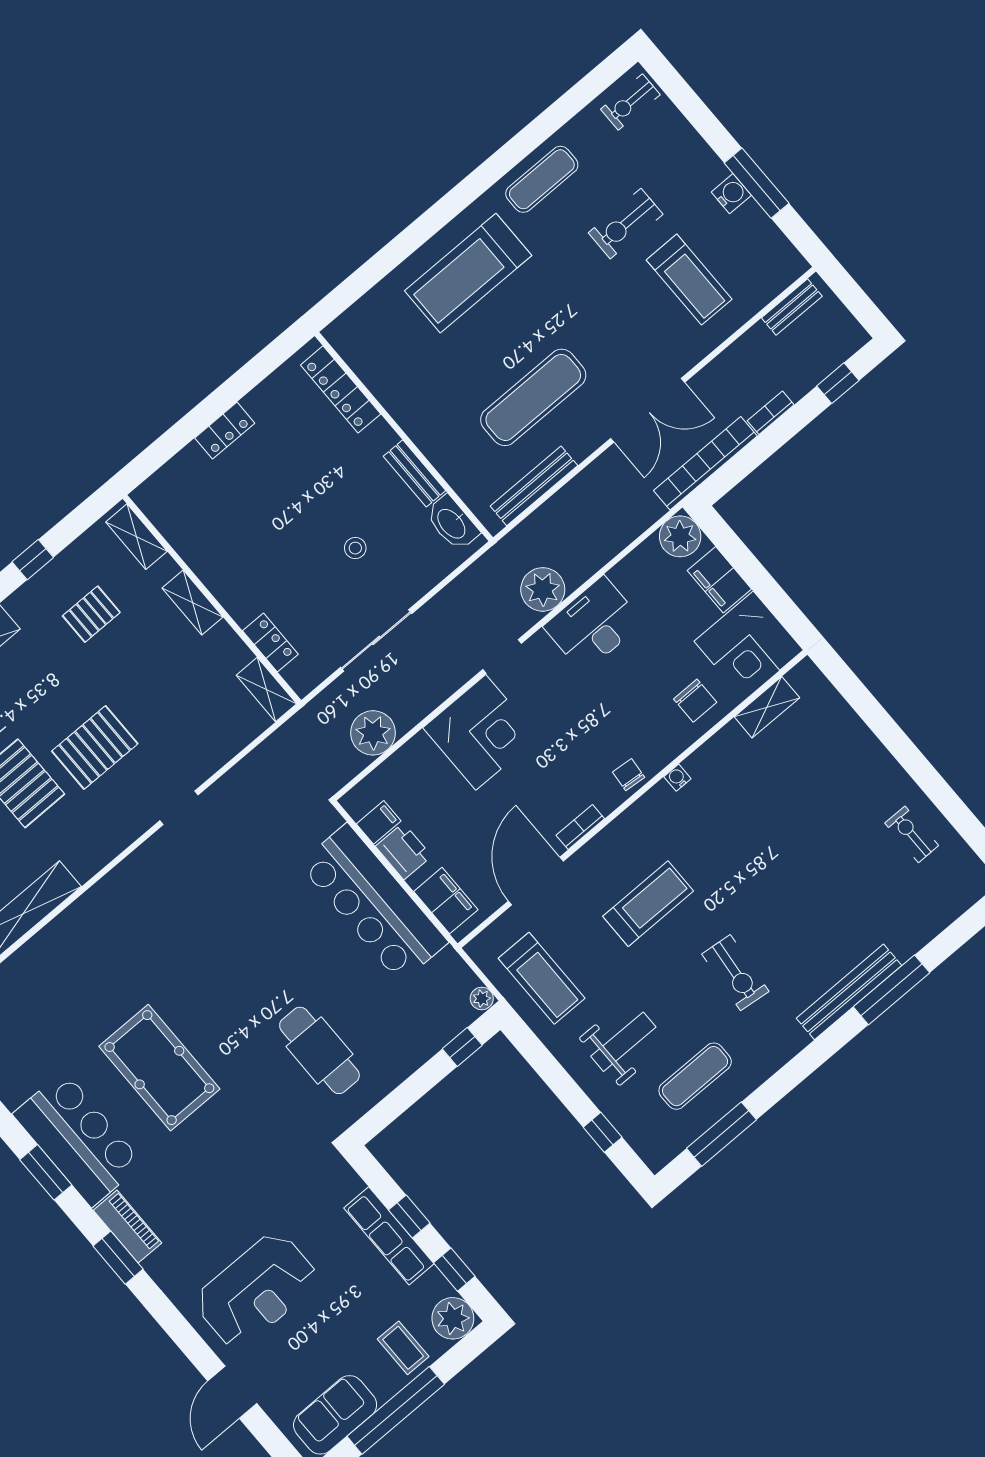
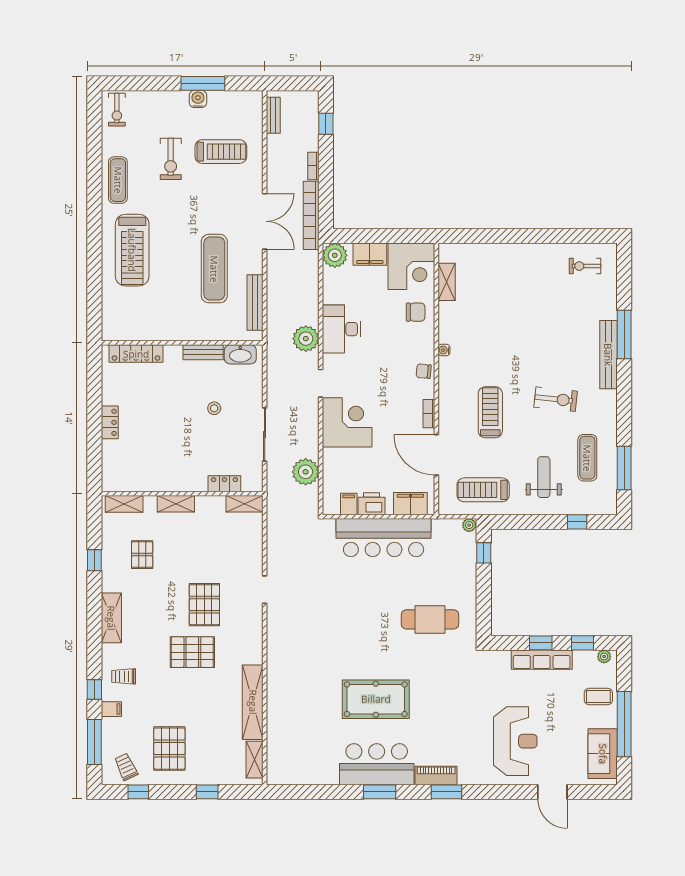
exercise bike: (912, 834) -> (585, 266), moved
treadmill: (542, 978) -> (483, 490), turned 180
plant: (453, 1318) -> (604, 656), width x0.53, depth x0.53

